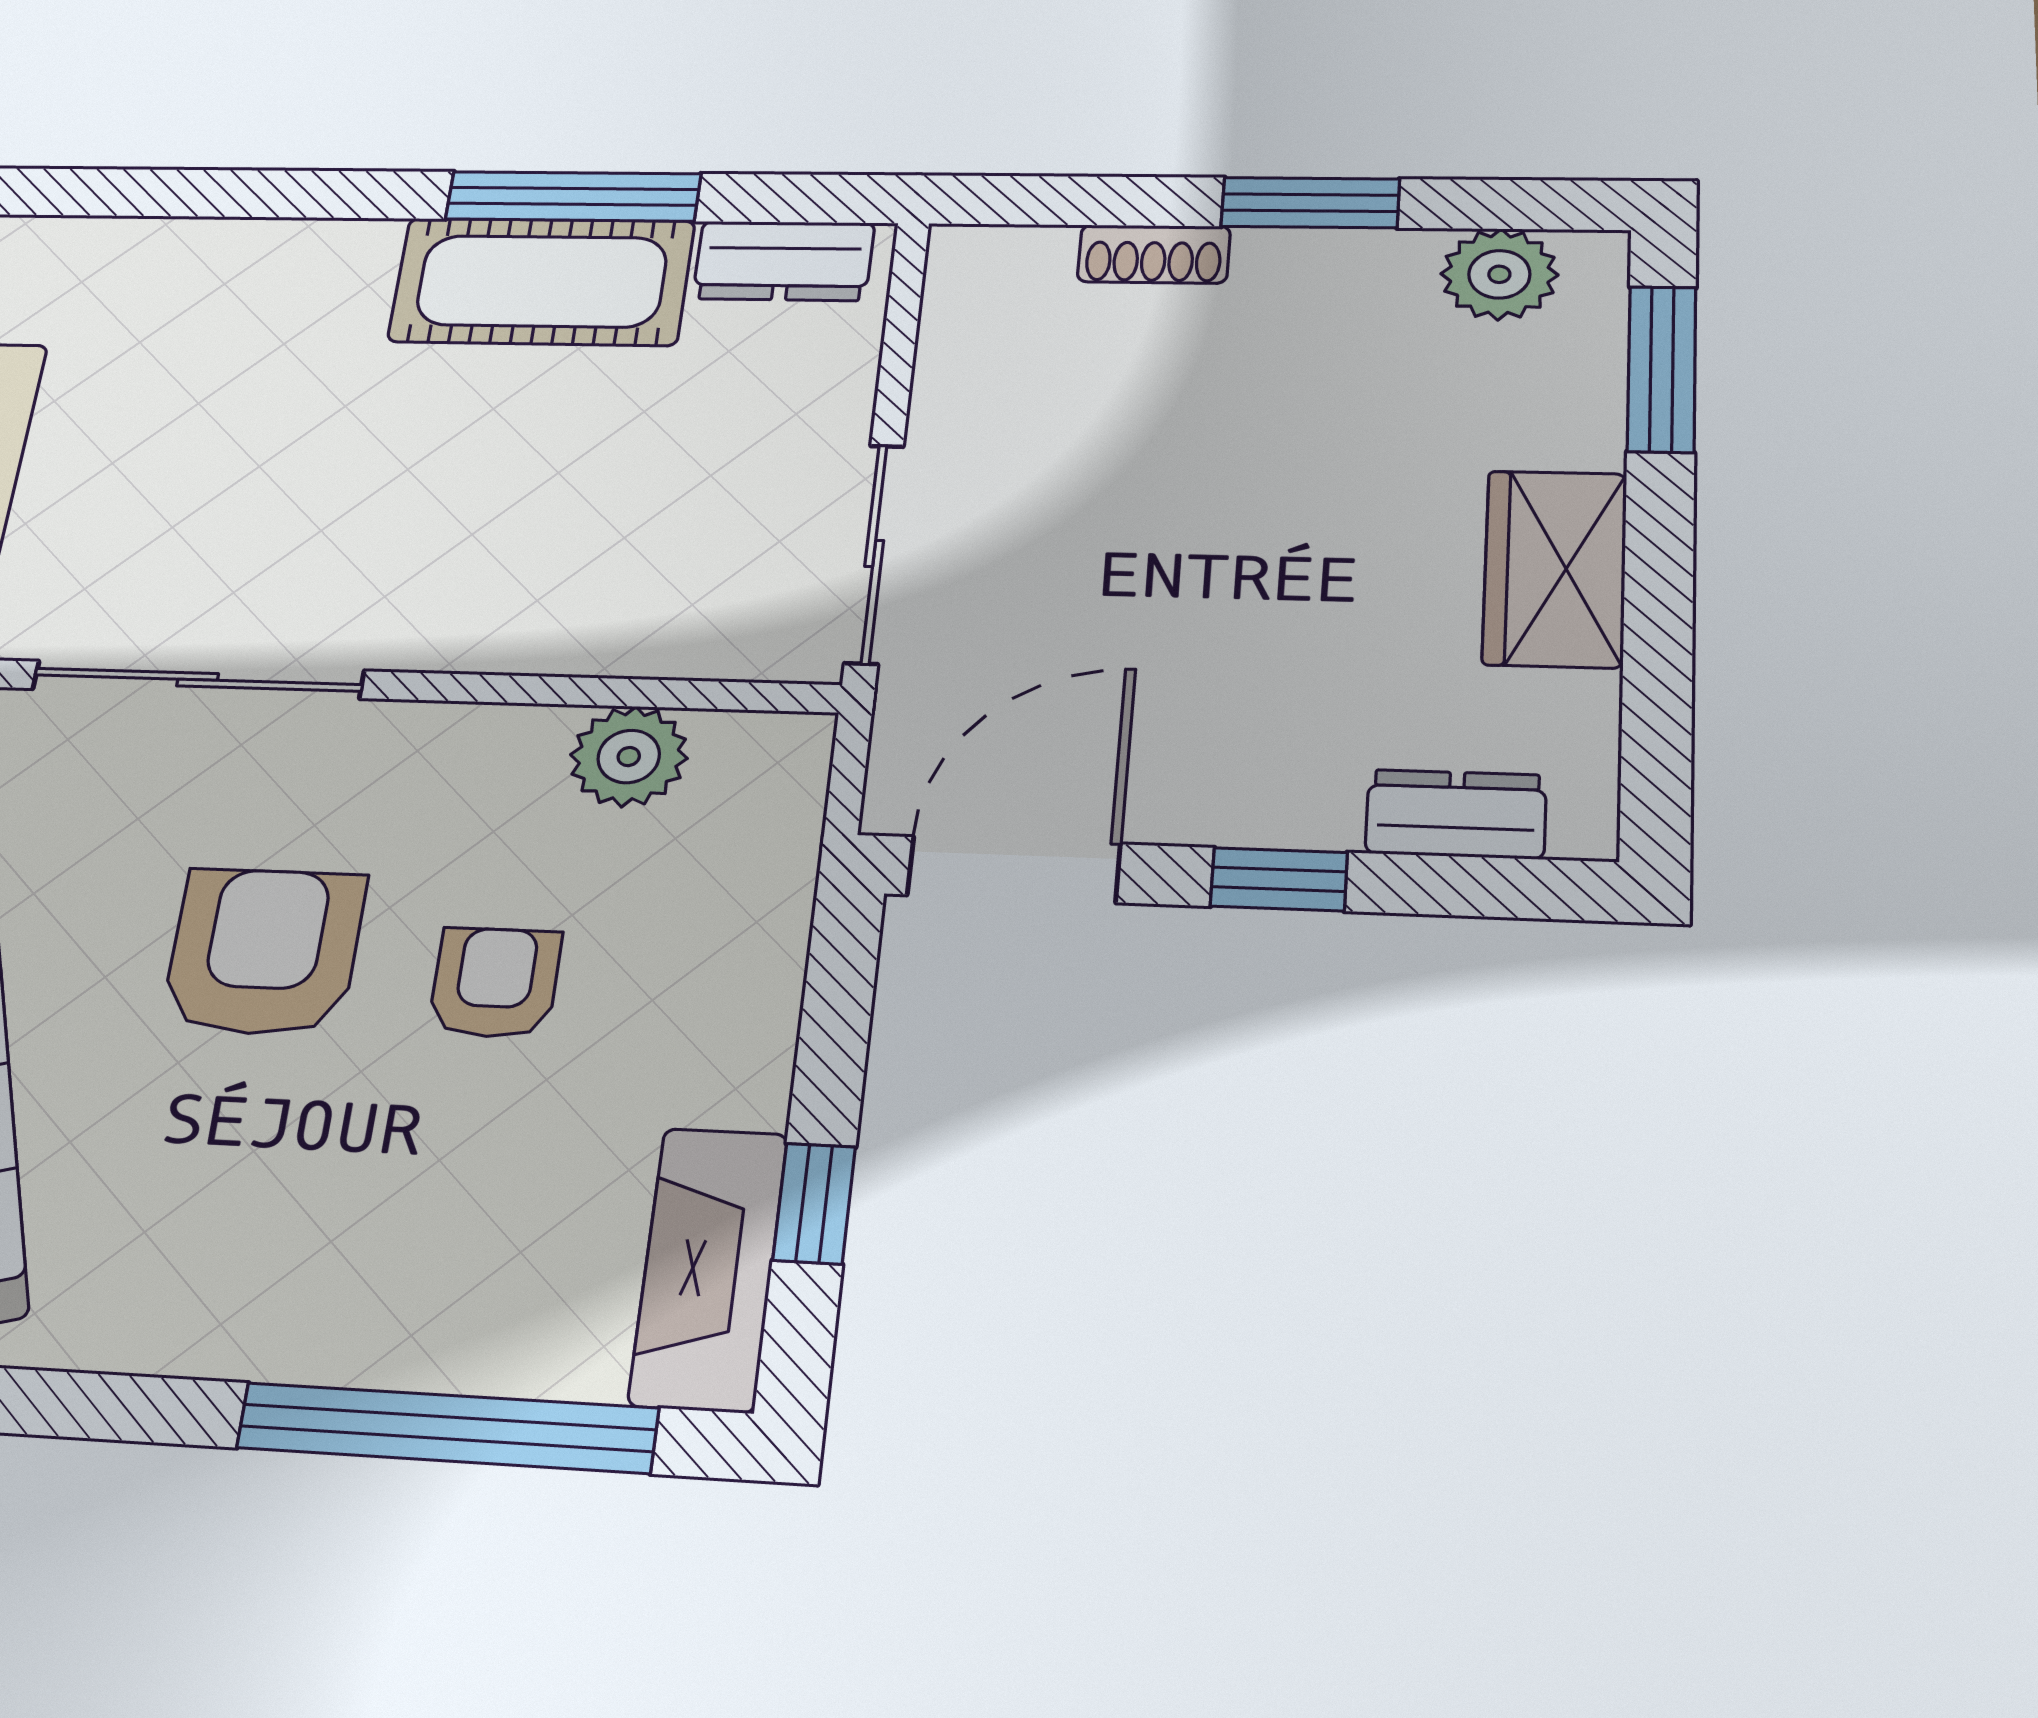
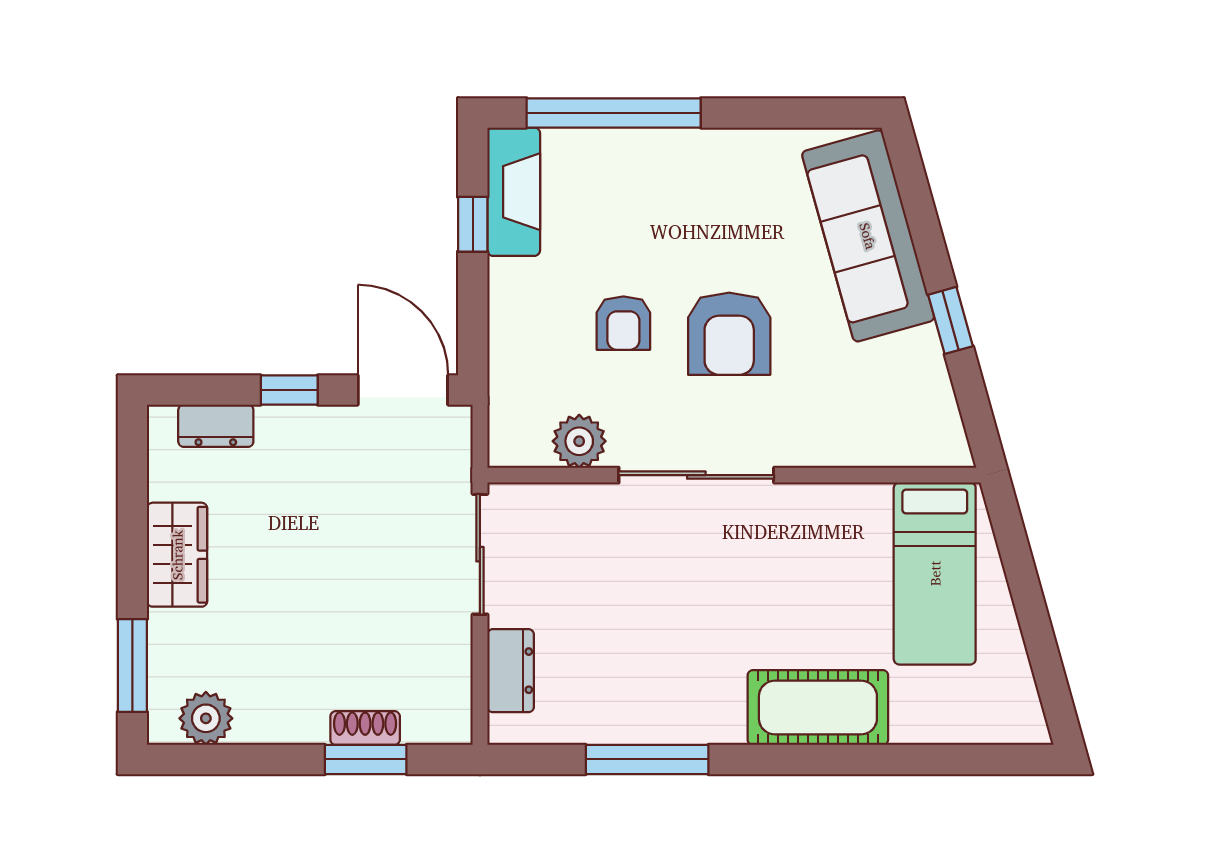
window: (1310, 203) -> (366, 759), moved
dresser: (784, 261) -> (511, 671), moved, turned 90
cot: (541, 281) -> (818, 707), moved
sliding door: (198, 680) -> (696, 475), moved
door: (1014, 869) -> (403, 390), swing flipped

